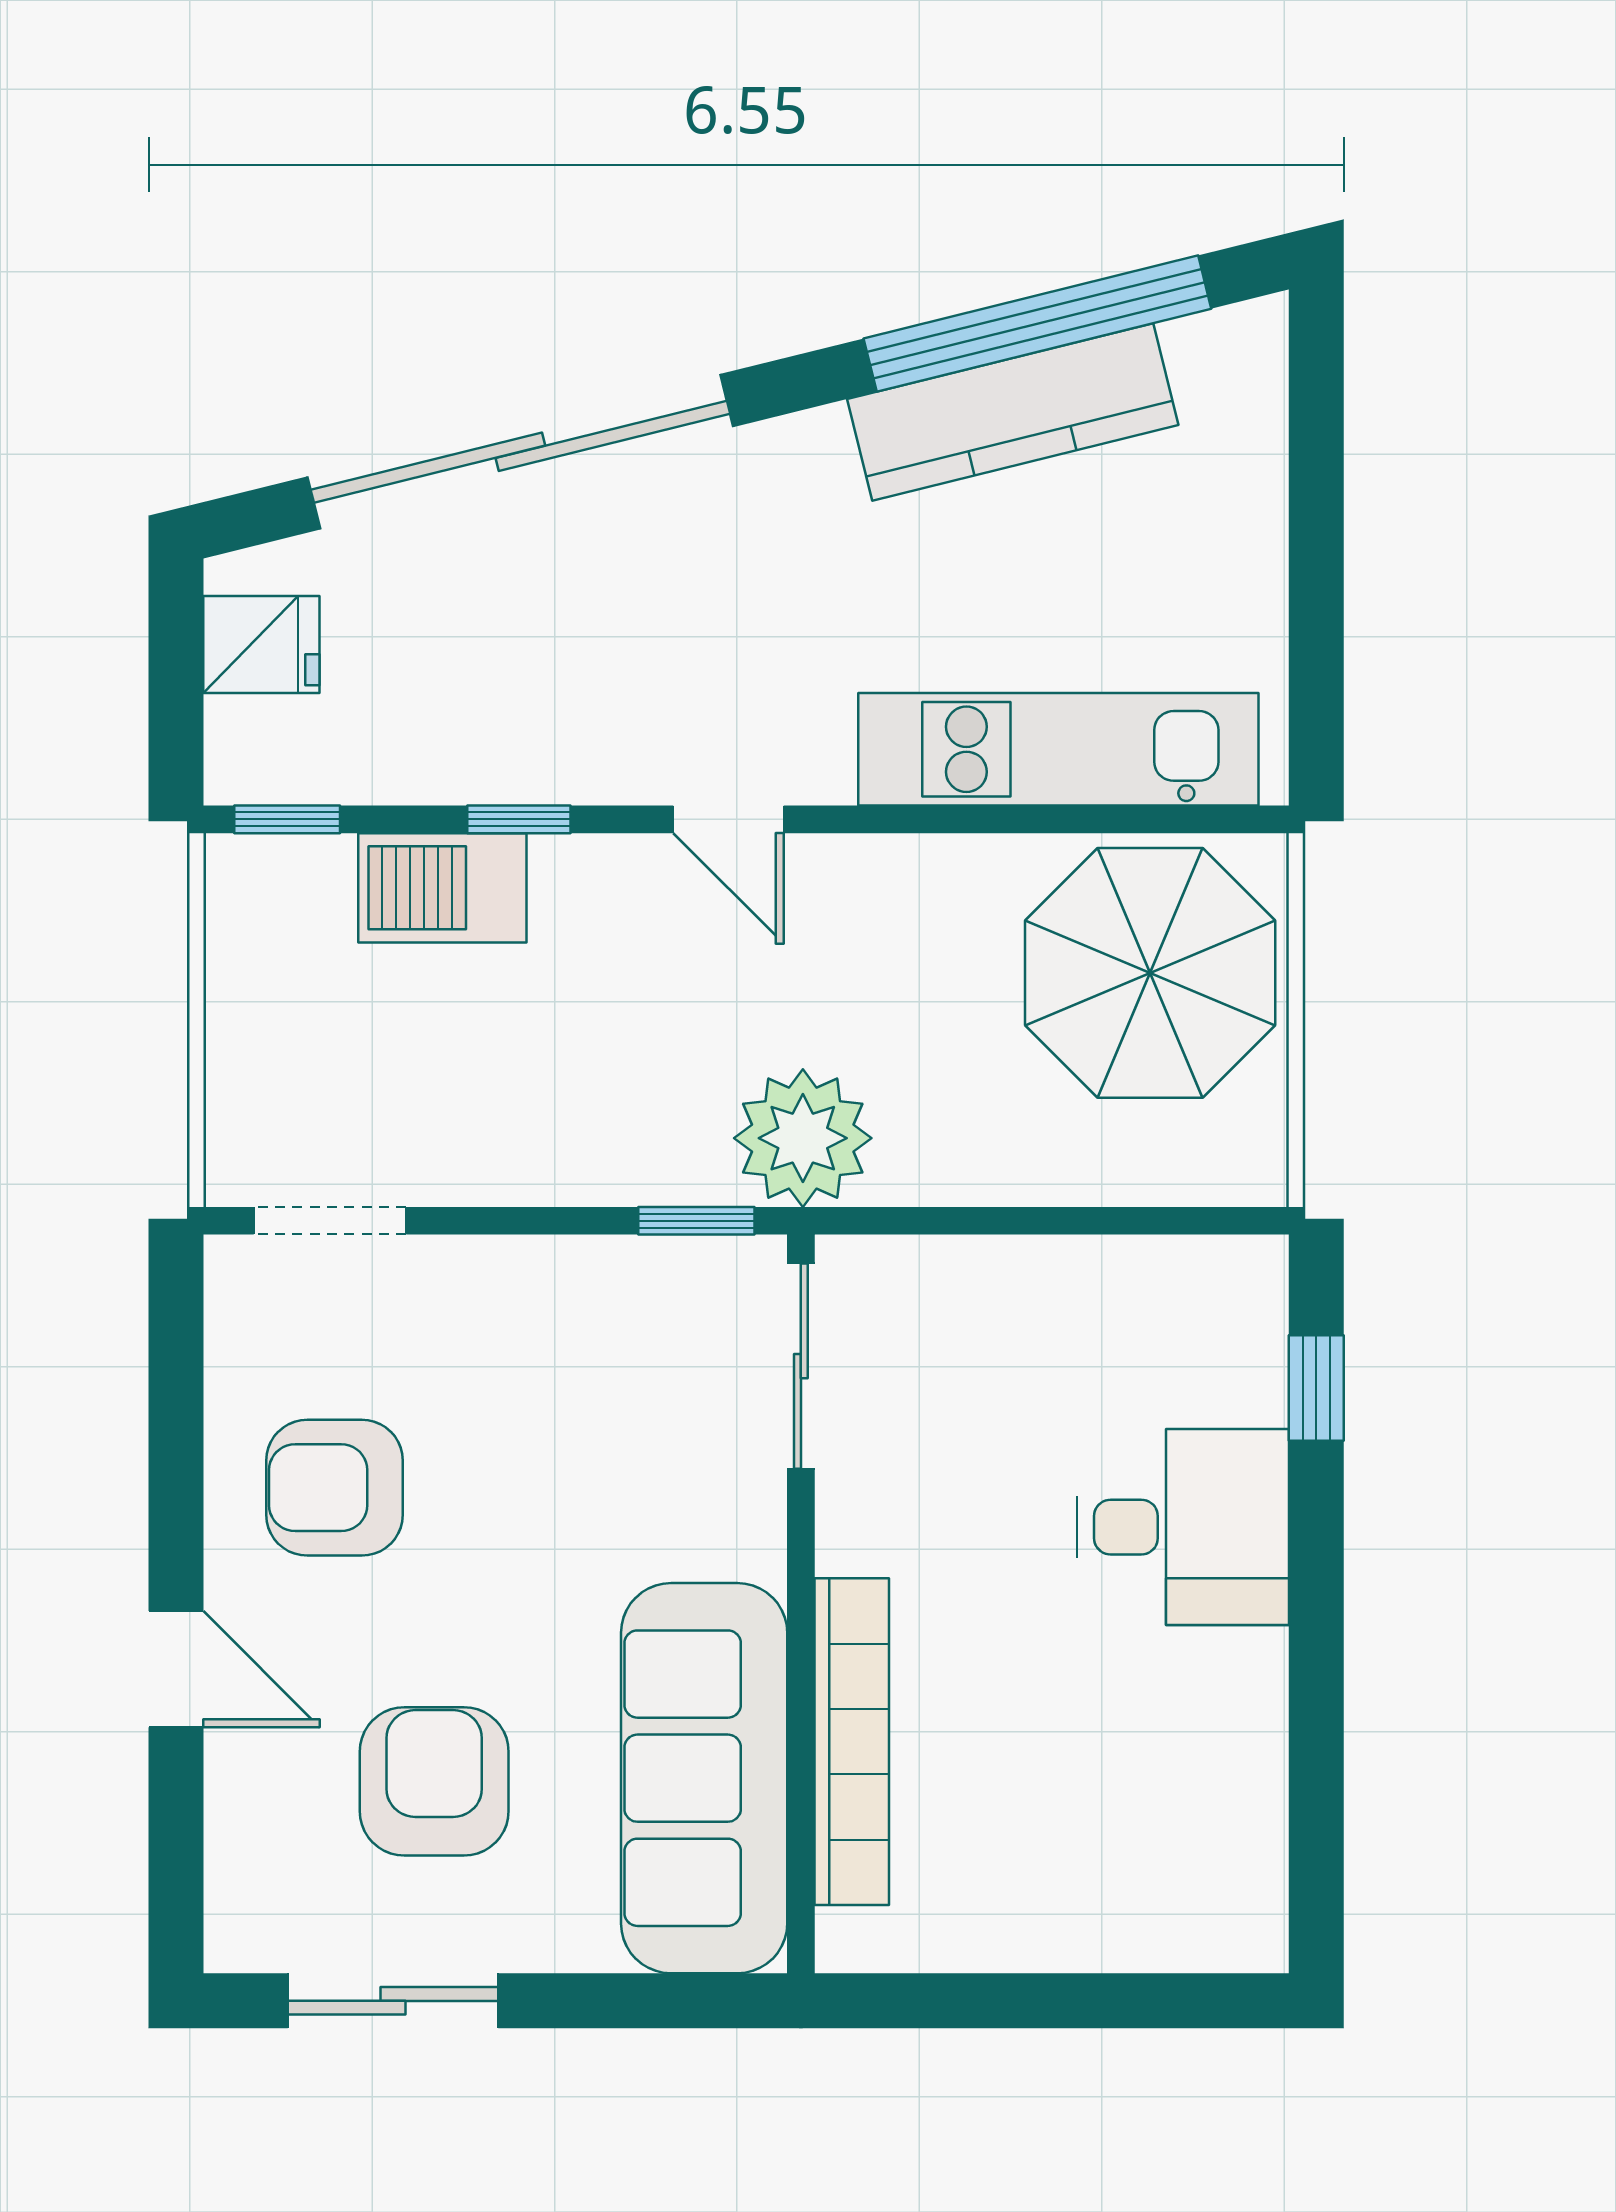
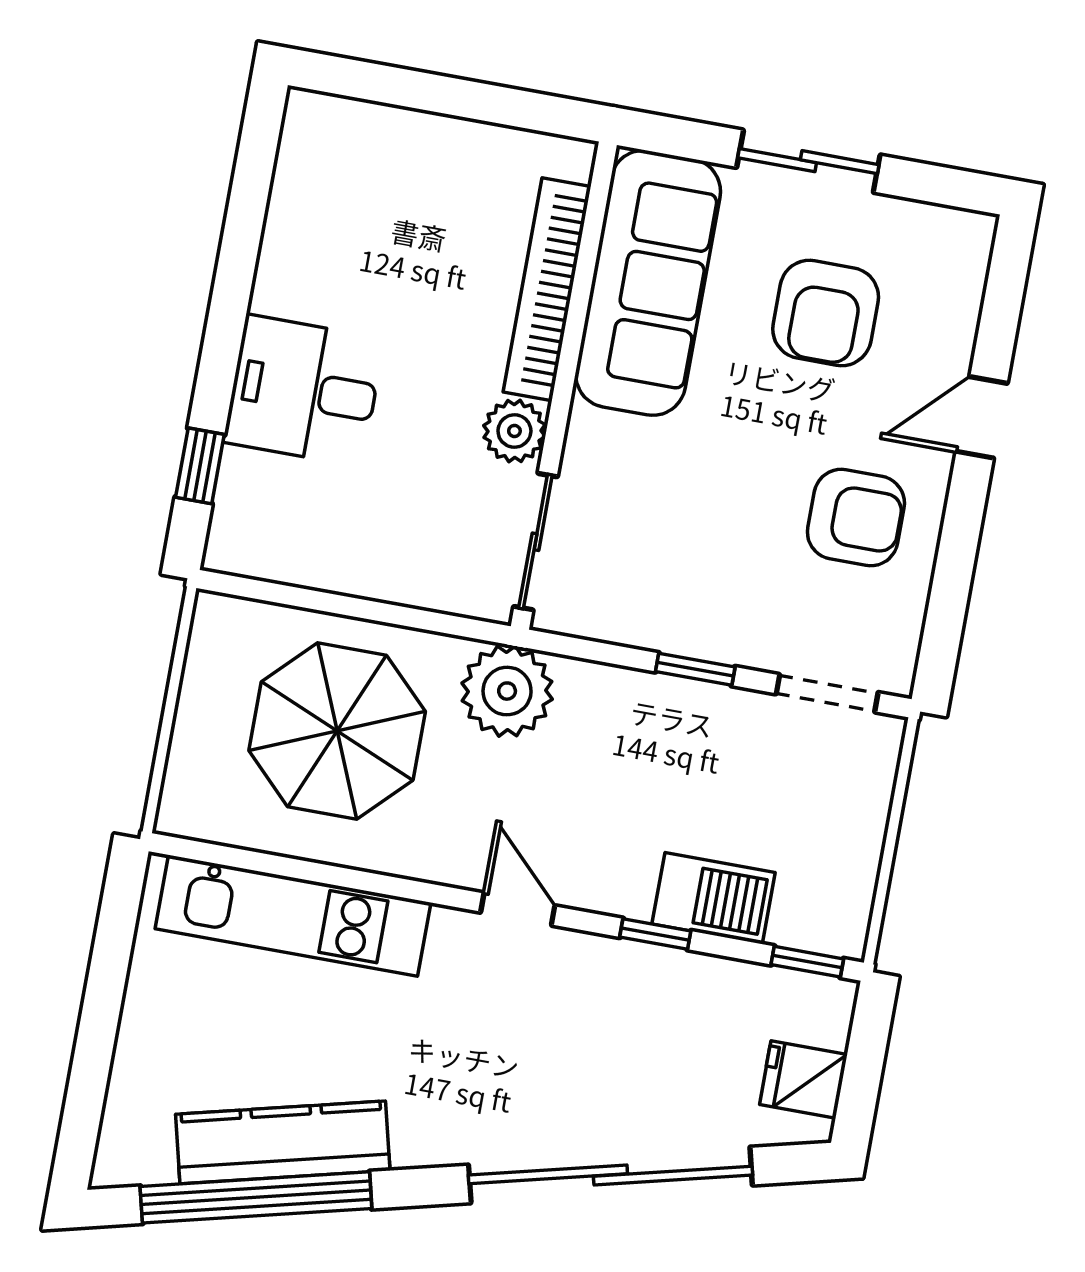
parasol: (1150, 973) -> (337, 731), moved
window: (696, 1221) -> (695, 669), moved
plant: (862, 1524) -> (514, 431), added
door: (176, 1669) -> (982, 417), hinge flipped
sliding door: (393, 2001) -> (808, 161), moved

